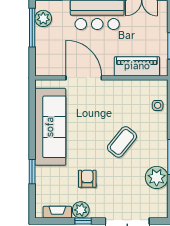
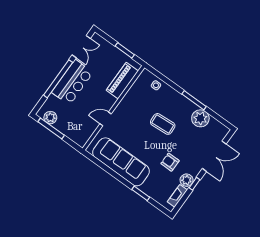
door: (84, 78) -> (106, 119), width x0.53
coffee table: (122, 142) -> (163, 124), turned -43

